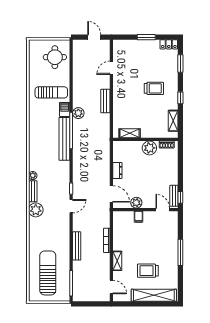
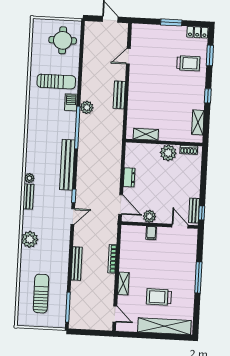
trolley: (154, 88) -> (188, 63), moved
bench: (64, 139) -> (67, 165), moved
plant: (36, 210) -> (30, 239), moved
sun lounger: (48, 273) -> (41, 294), width x0.73, depth x0.75

